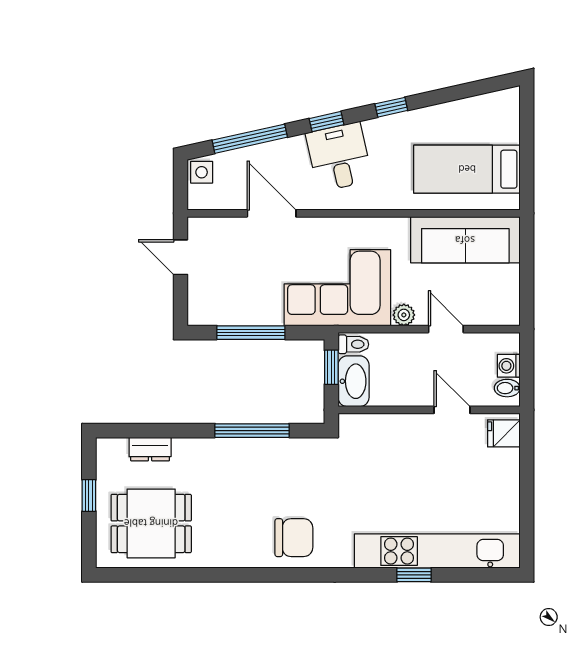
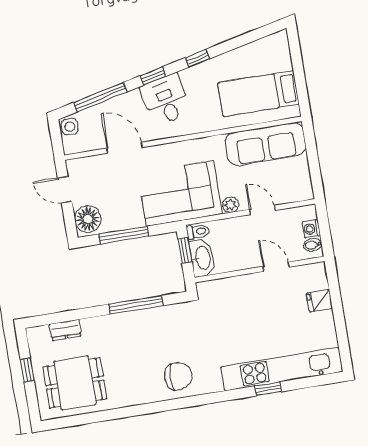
floor lamp: (206, 303) -> (88, 219), added
fridge: (504, 433) -> (319, 301), moved

